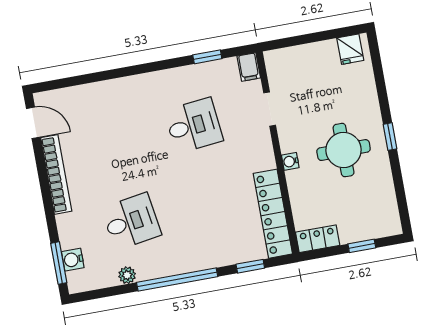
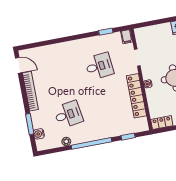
locker: (273, 214) -> (136, 96), moved
window: (59, 263) -> (30, 124), moved

